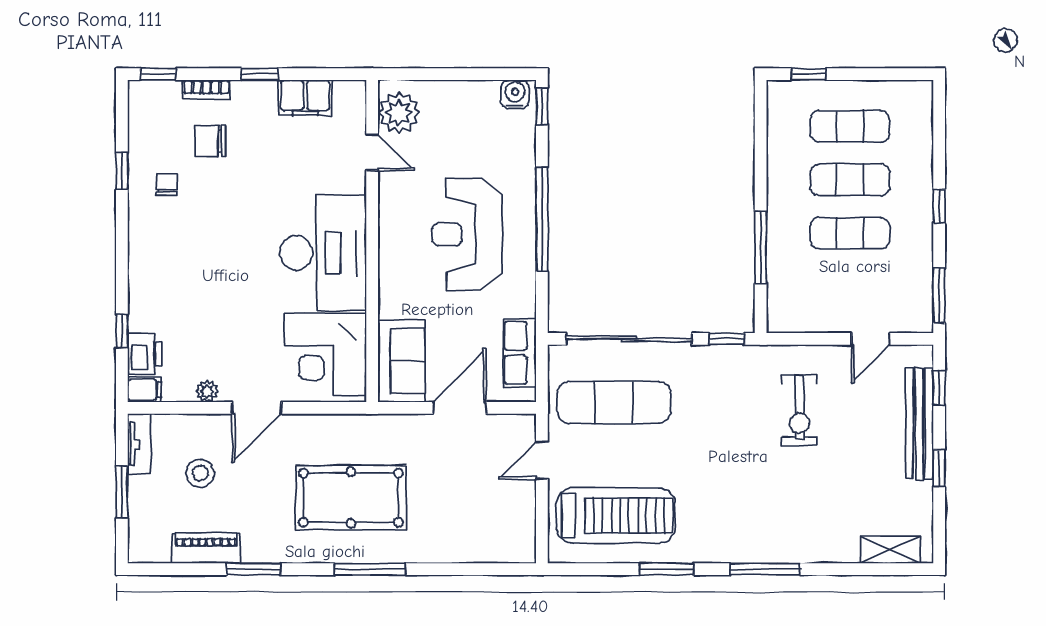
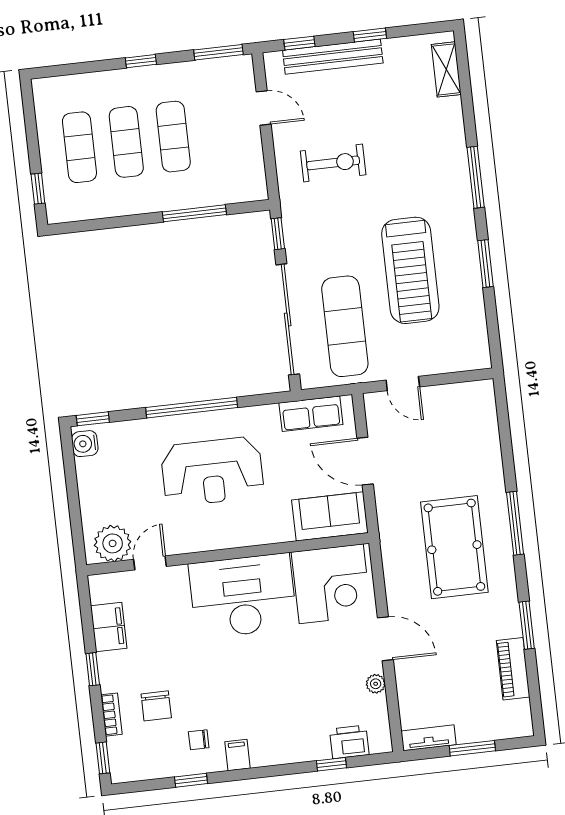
filing cabinet: (144, 390) -> (238, 755), moved
stool: (200, 473) -> (448, 682), removed
treadmill: (616, 515) -> (410, 270), moved, turned 180

